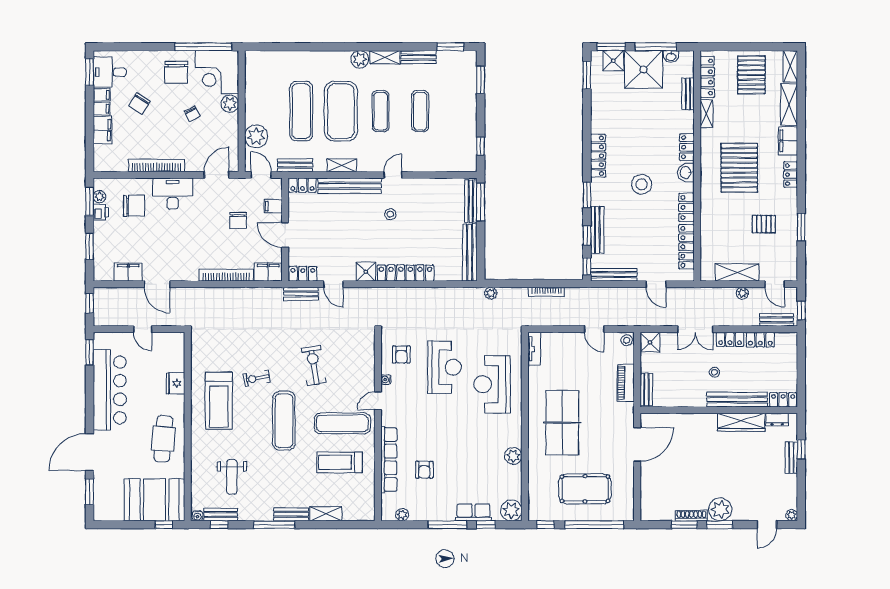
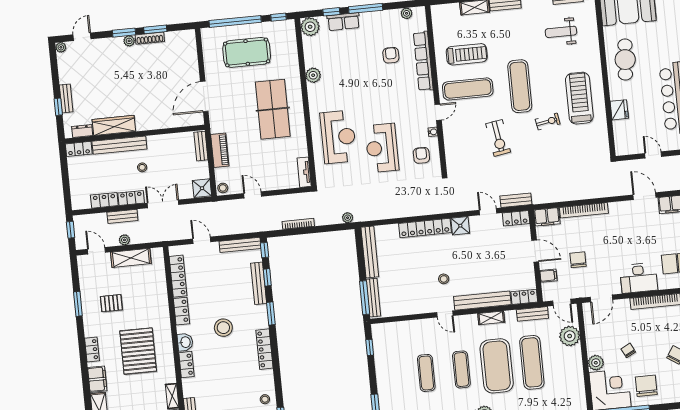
stool: (603, 100) -> (265, 399), added
door: (393, 175) -> (445, 314), hinge flipped
bench: (777, 320) -> (122, 216), moved
weight bench: (232, 477) -> (561, 32), turned -90
plant: (720, 509) -> (129, 41), width x0.53, depth x0.53

